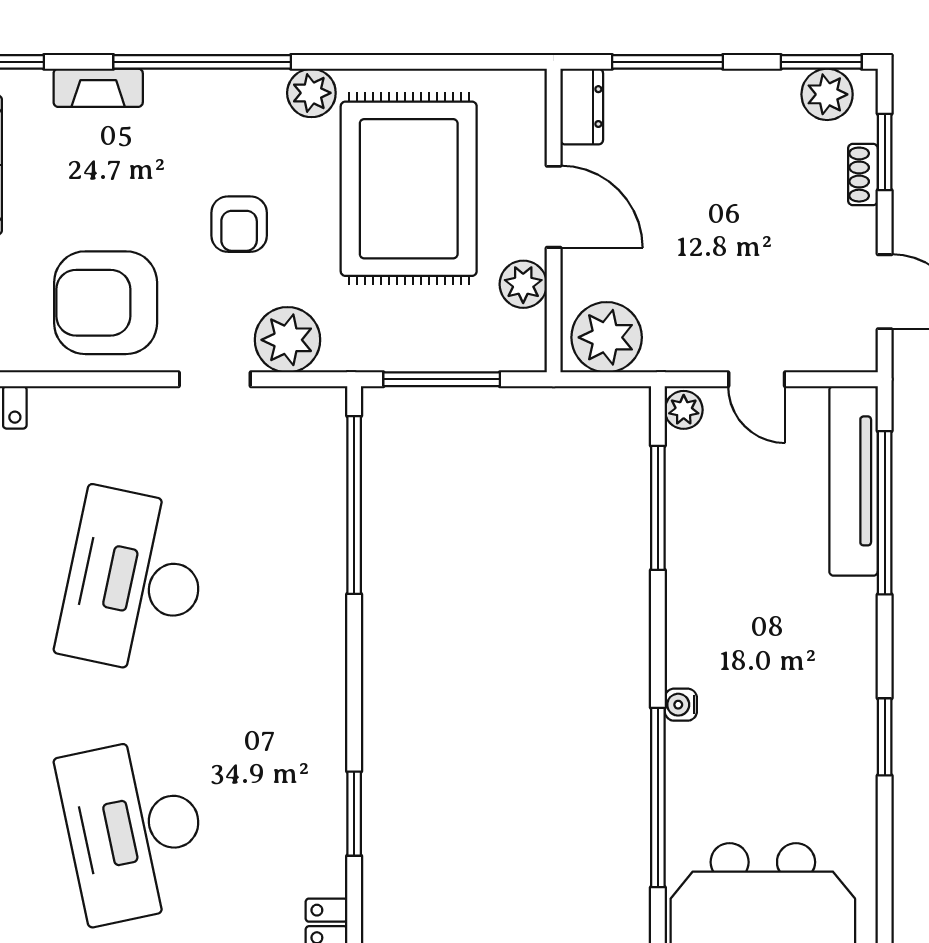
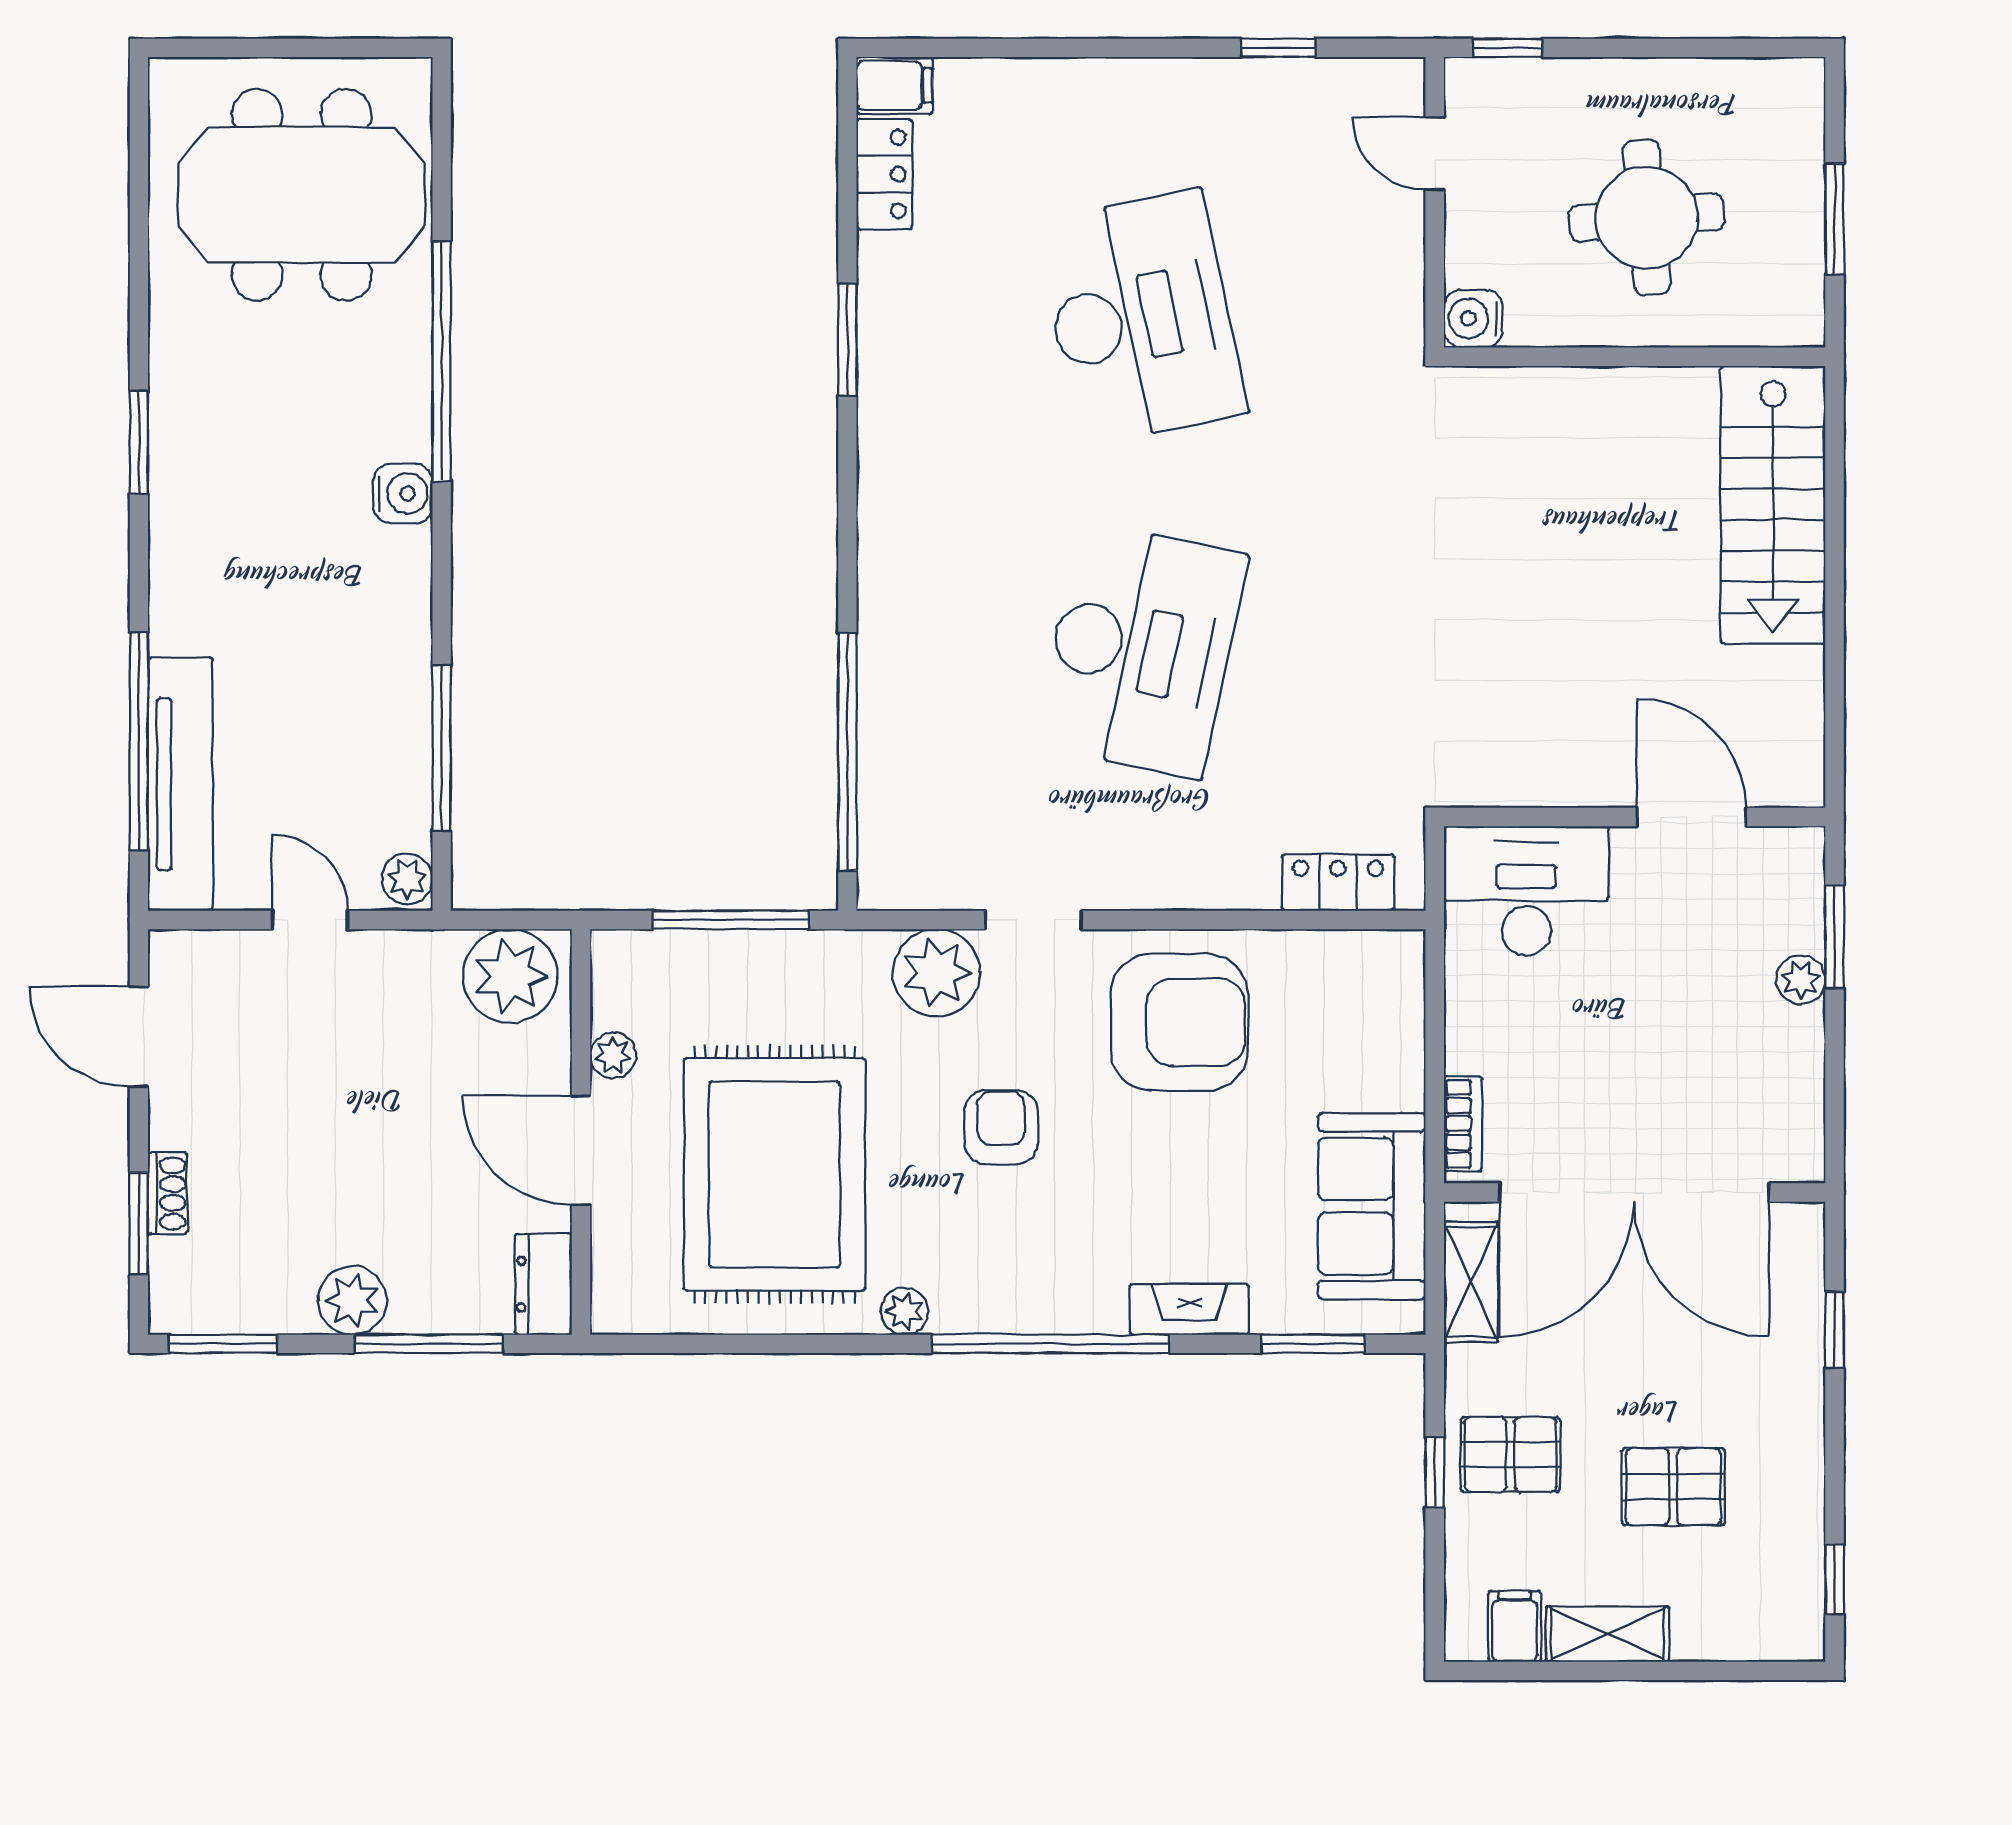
plant: (311, 93) -> (904, 1311), width x0.73, depth x0.73
plant: (827, 94) -> (352, 1300), moved
plant: (523, 284) -> (613, 1055), width x0.73, depth x0.73
water cooler: (681, 705) -> (403, 493), width x1.38, depth x1.38

